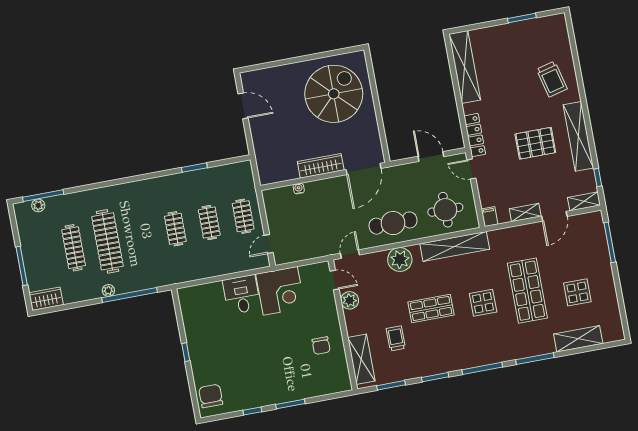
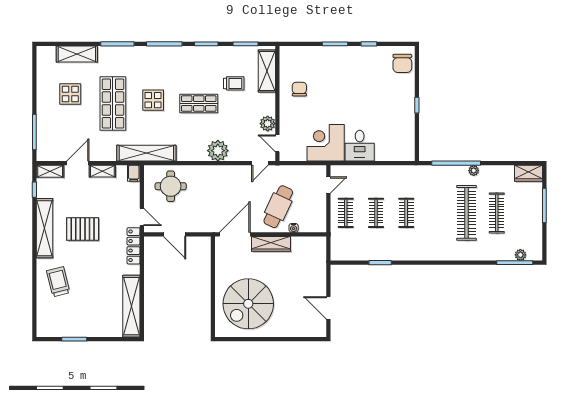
cafe table: (393, 223) -> (278, 207), moved, turned -65
shelving: (455, 246) -> (146, 153), moved
trolley: (396, 338) -> (234, 83), turned -90

